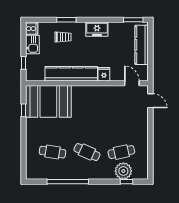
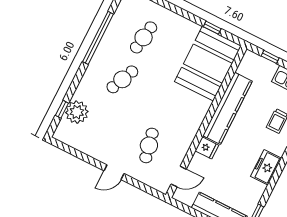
door: (150, 101) -> (114, 172), moved
cafe table: (121, 152) -> (149, 145), moved

